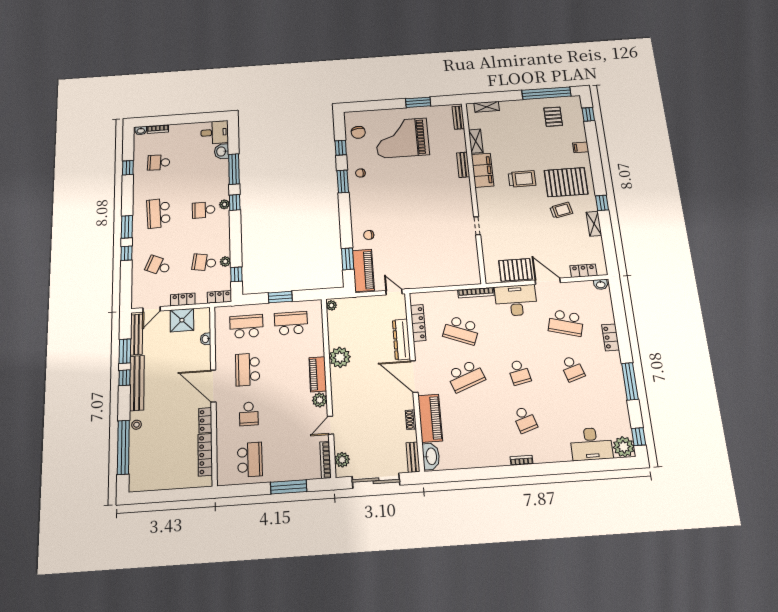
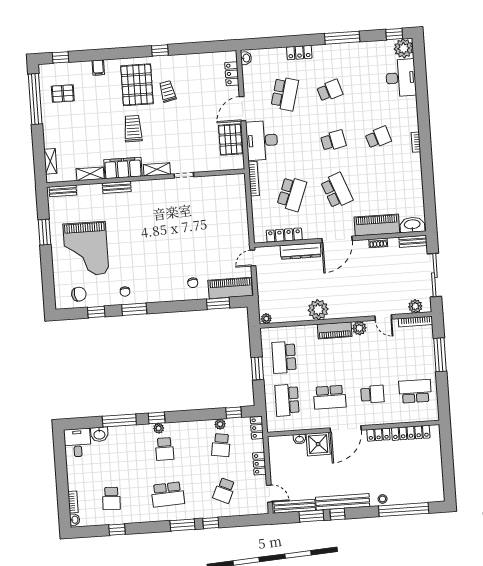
shelving: (594, 224) -> (157, 169), moved
shower: (182, 320) -> (318, 444), moved

